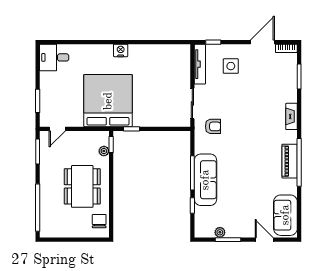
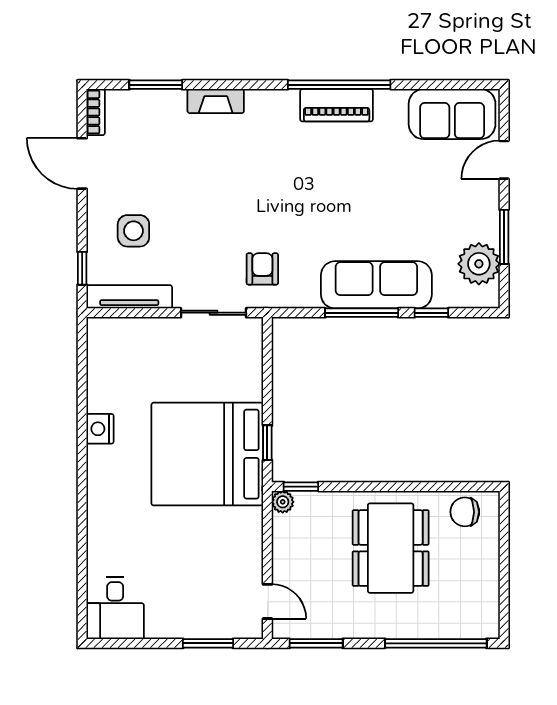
nightstand: (121, 50) -> (100, 429), moved
bed: (108, 101) -> (207, 454), moved
fireplace: (292, 116) -> (216, 101), moved
plant: (104, 151) -> (283, 502), moved
dining table: (82, 186) -> (391, 548), turned 90
plant: (220, 232) -> (479, 264), width x1.87, depth x1.87

